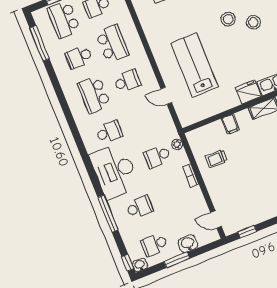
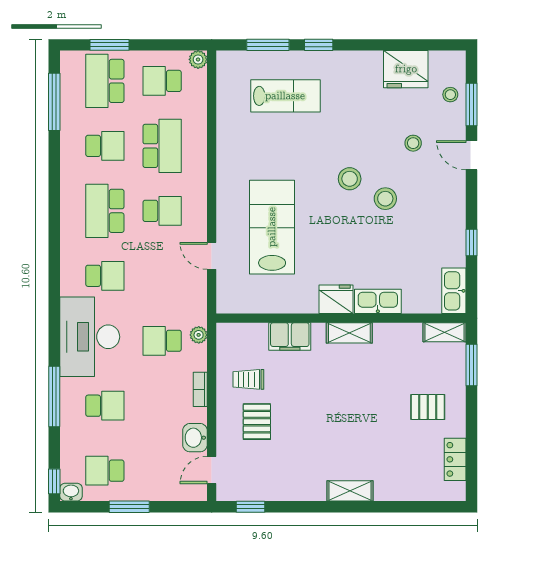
school desk: (79, 57) -> (105, 146), turned 180
filing cabinet: (230, 124) -> (290, 337), width x2.00
pallet: (231, 181) -> (257, 422), added
door: (216, 220) -> (212, 470), hinge flipped
washbasin: (188, 244) -> (195, 438), moved, turned -90

